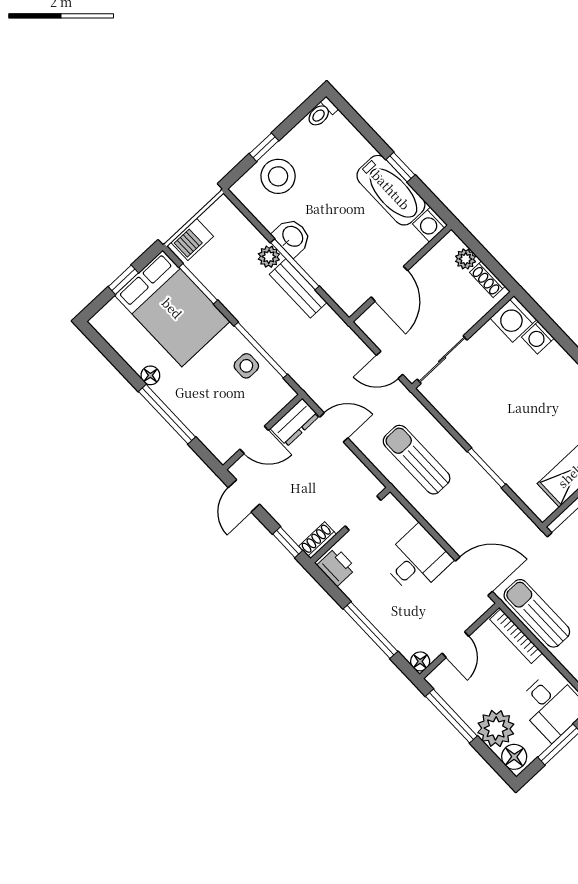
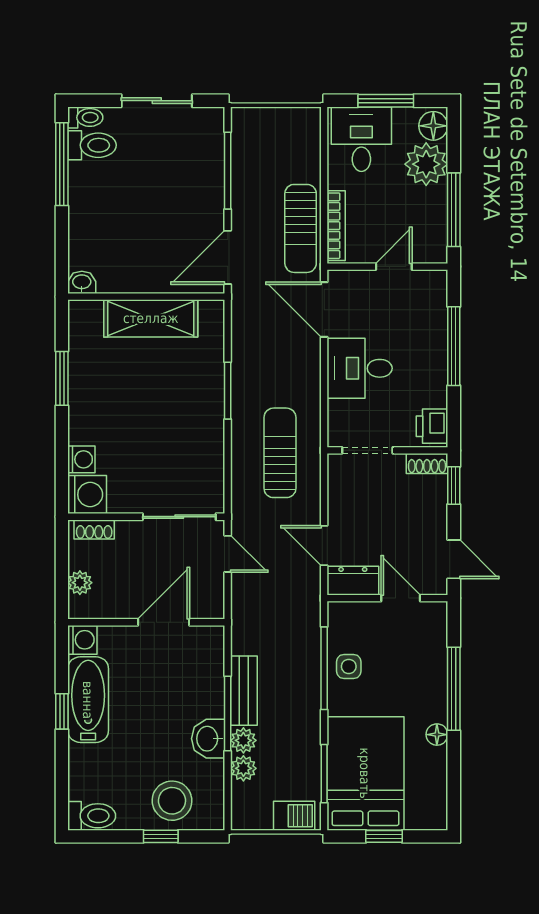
toilet: (322, 113) -> (92, 816), width x1.37, depth x1.39
plant: (252, 239) -> (243, 768), added
shoe rack: (487, 279) -> (94, 529), moved, turned 90
sun lounger: (417, 460) -> (280, 453), turned 180
door: (244, 496) -> (454, 559), hinge flipped
floor lamp: (420, 661) -> (437, 280), removed

